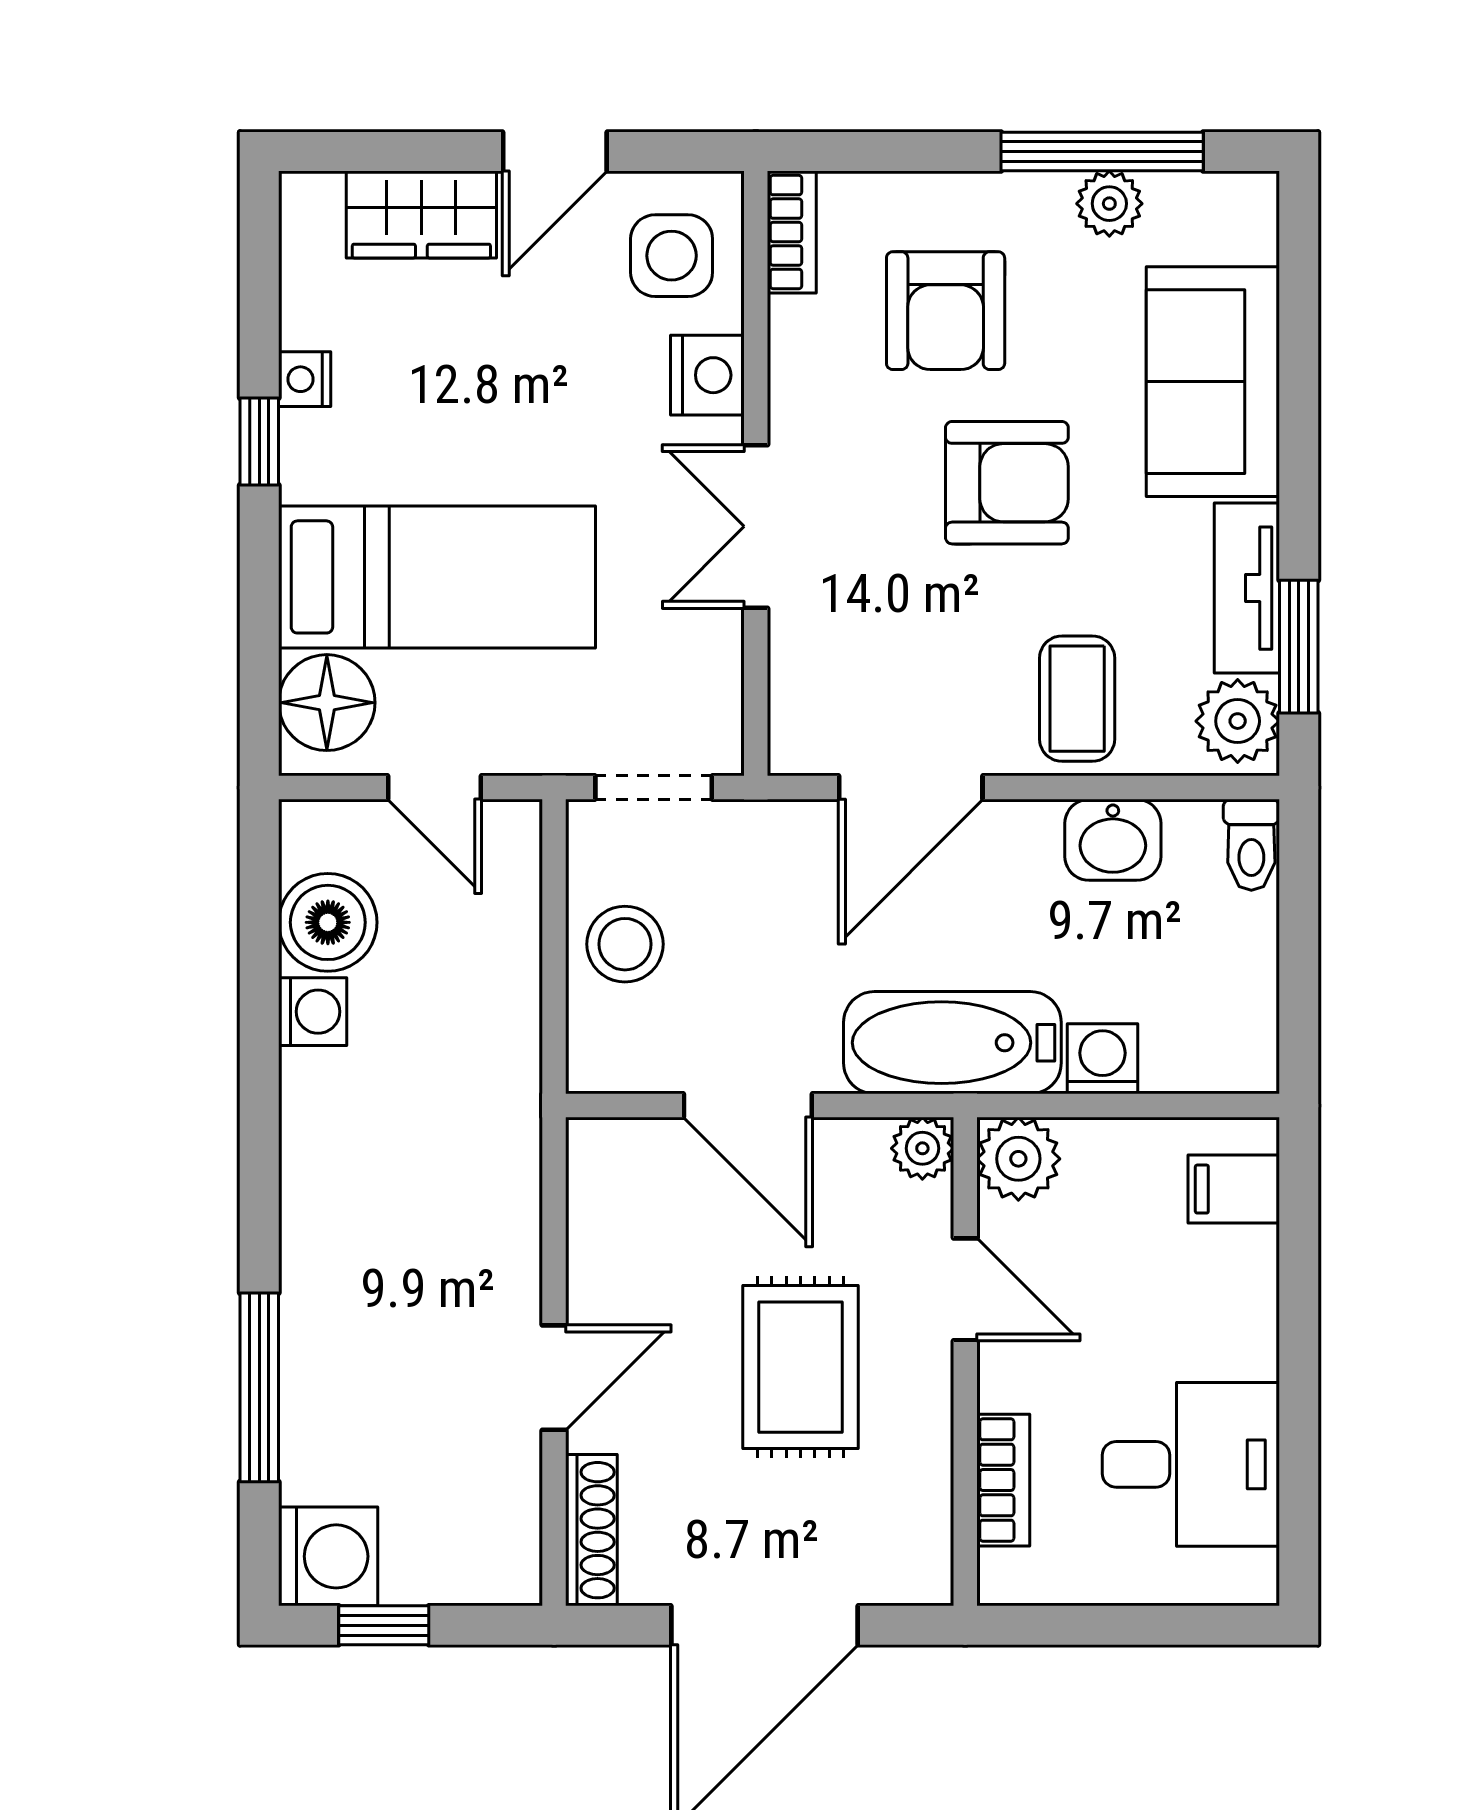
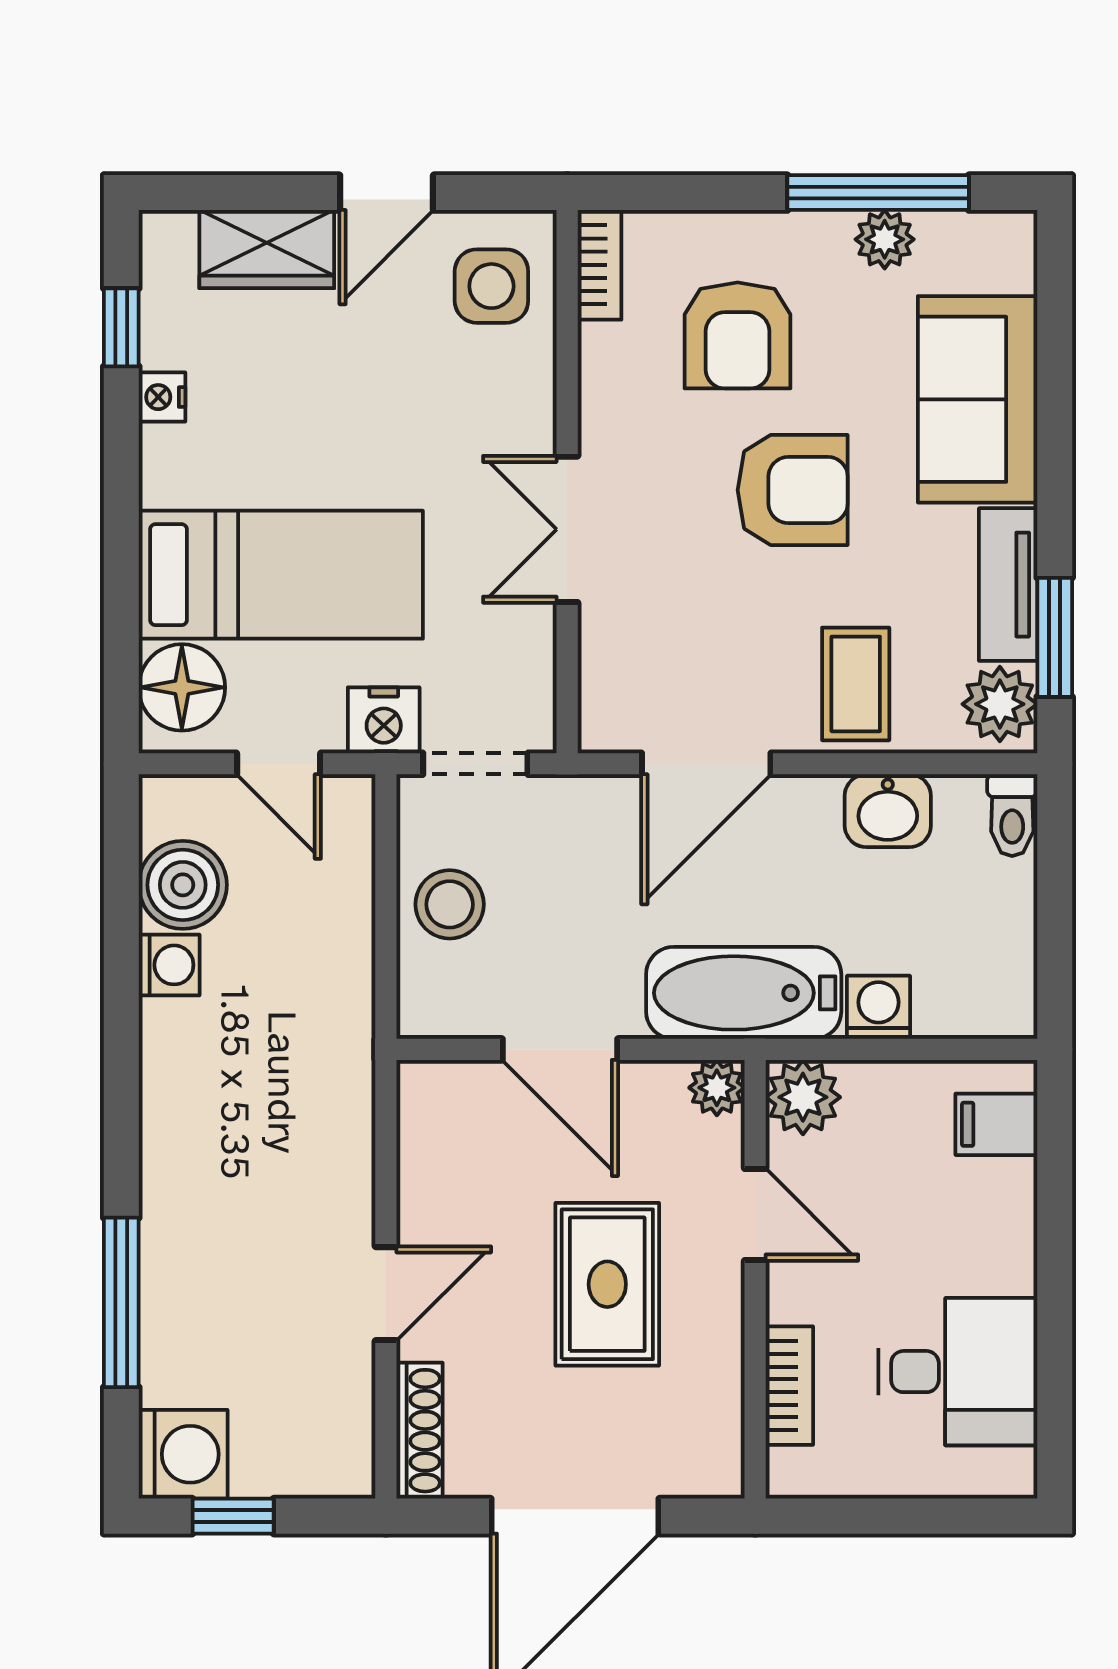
nightstand: (707, 375) -> (384, 720), moved, turned 90
window: (259, 442) -> (121, 327), moved

